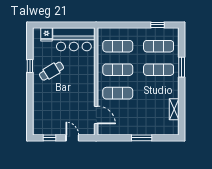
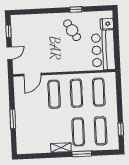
shelving: (174, 109) -> (61, 148), moved

